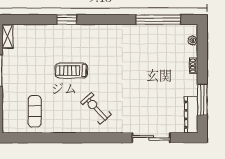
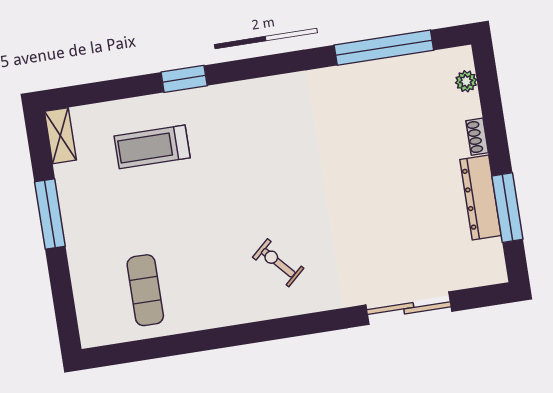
treadmill: (71, 71) -> (152, 147), moved
exercise bike: (96, 108) -> (278, 263), width x0.73, depth x0.72
dresser: (191, 115) -> (481, 197), moved

